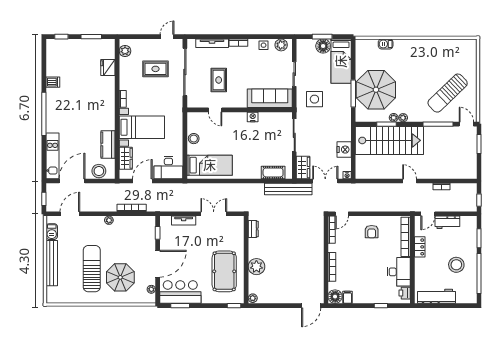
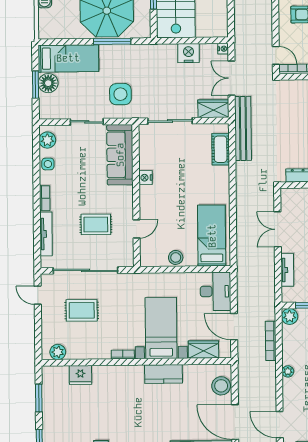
rug: (156, 69) -> (82, 310), turned 90
kitchen counter: (108, 145) -> (163, 374), moved
plant: (149, 222) -> (290, 316), added

